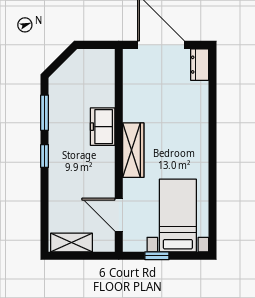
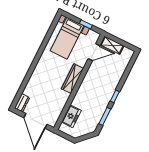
freezer: (103, 127) -> (71, 116), moved
door: (119, 215) -> (94, 52), hinge flipped
shelving: (72, 242) -> (112, 45), moved

